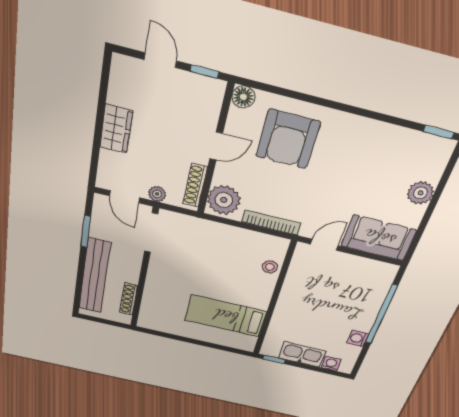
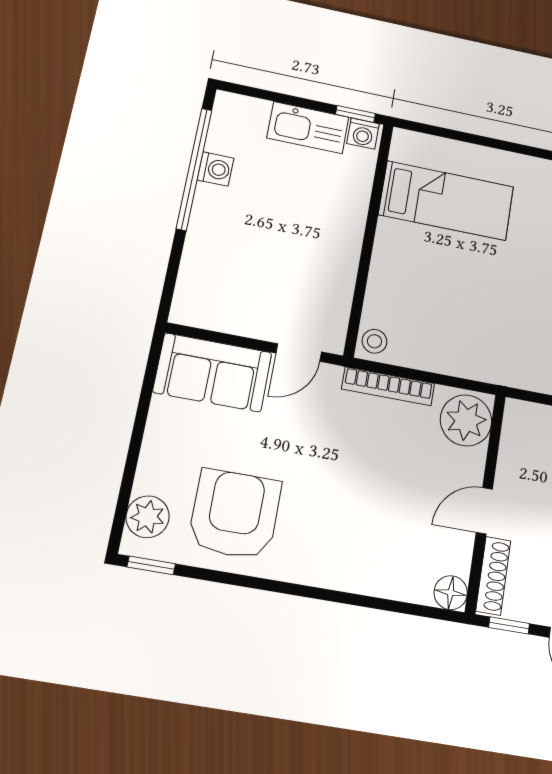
armchair: (288, 139) -> (235, 514), moved
shoe rack: (195, 185) -> (493, 576), moved
plant: (421, 193) -> (148, 517), moved
stool: (270, 267) -> (374, 341), moved
window: (381, 315) -> (194, 169), moved
washing machine: (331, 364) -> (363, 134), moved

